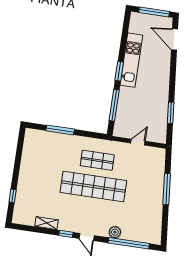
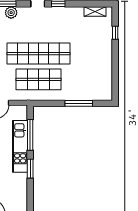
kitchen unit: (131, 60) -> (20, 146), moved
shop shelf: (97, 160) -> (39, 79), width x1.43, depth x1.36
shelving: (47, 223) -> (95, 11), moved

